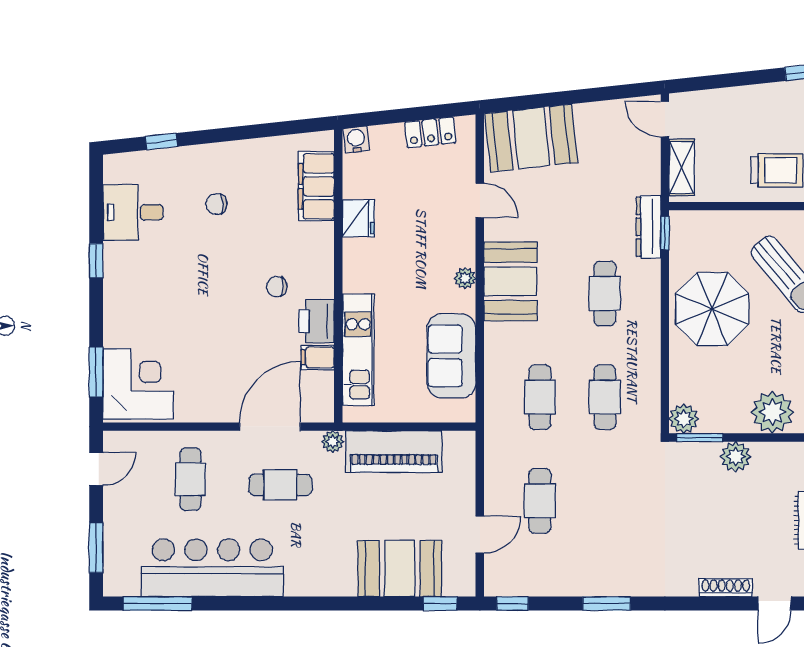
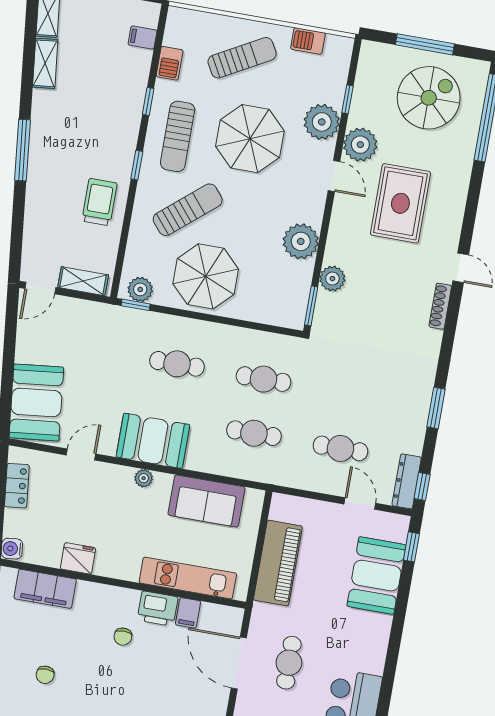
dresser: (649, 227) -> (407, 481), moved, turned 90
plant: (684, 419) -> (140, 289), moved
plant: (333, 442) -> (261, 613), removed

